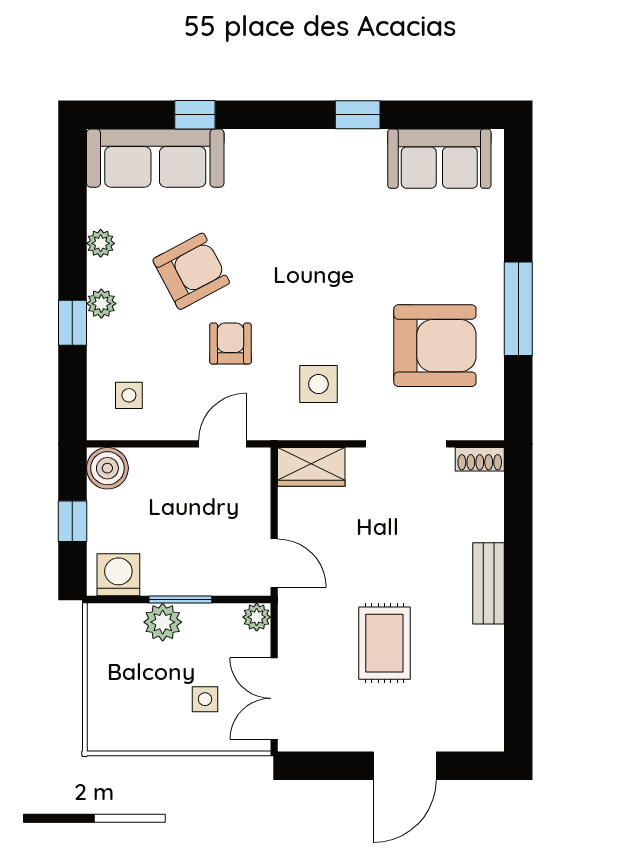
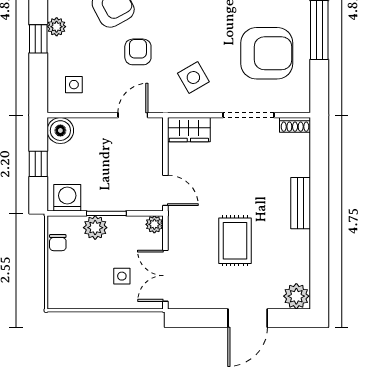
side table: (318, 384) -> (193, 77), turned -30
chair: (103, 646) -> (58, 243), added
plant: (482, 731) -> (296, 296), added

